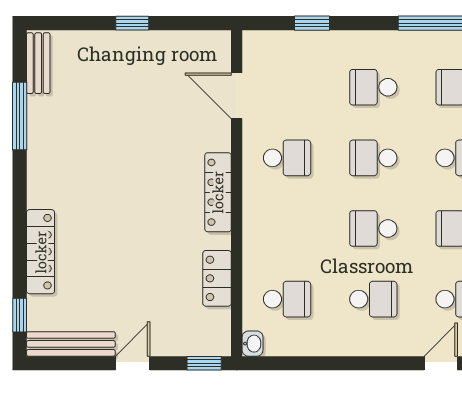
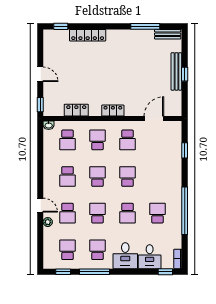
school desk: (373, 87) -> (97, 140), moved
locker: (218, 192) -> (113, 111), width x0.66
bench: (71, 344) -> (176, 71), moved

